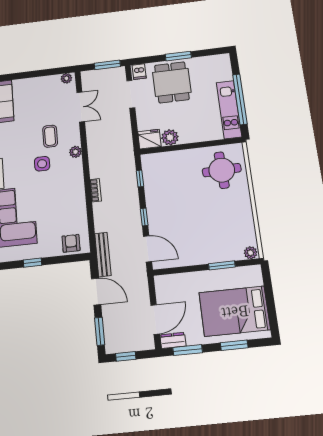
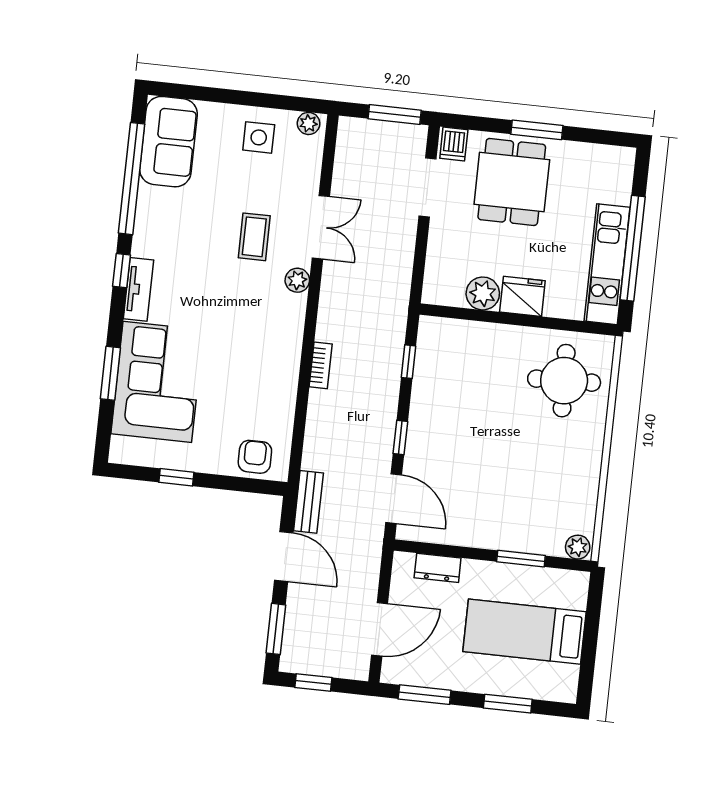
double door: (81, 107) -> (321, 227), moved
fridge: (149, 139) -> (522, 296), moved
side table: (42, 164) -> (259, 137), moved
bench: (103, 254) -> (308, 502), width x0.73
bed: (235, 311) -> (525, 632), width x0.67
dresser: (173, 340) -> (438, 568), moved, turned 180

